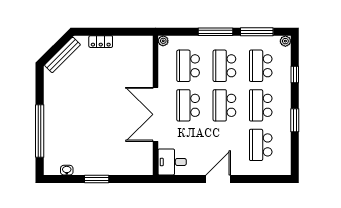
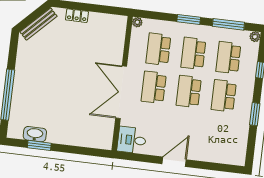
window: (215, 32) -> (189, 19), width x0.69
school desk: (261, 145) -> (219, 134), removed
washbasin: (67, 170) -> (35, 134), width x1.91, depth x1.45
window: (97, 179) -> (39, 145), moved

